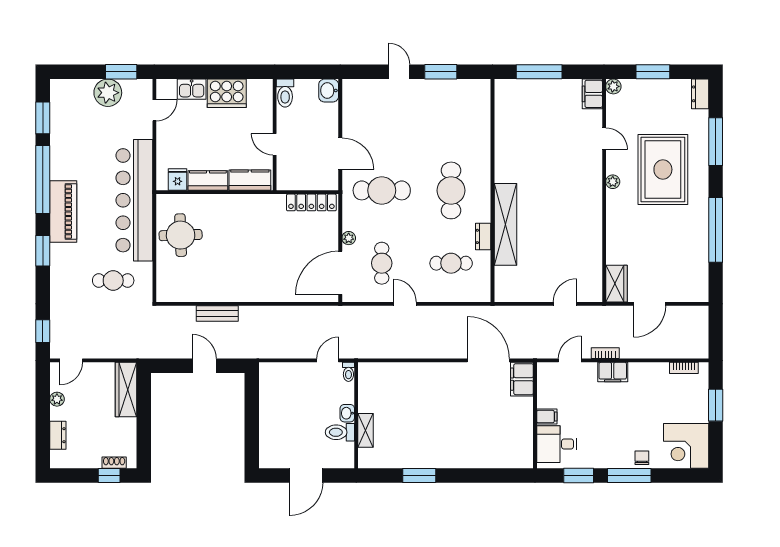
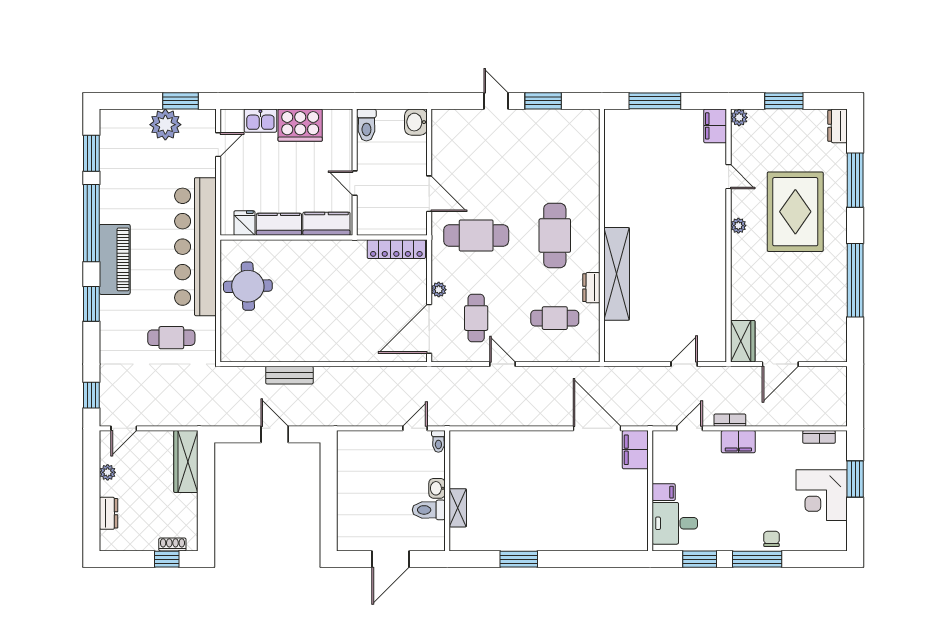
corner desk: (686, 446) -> (822, 495), moved

